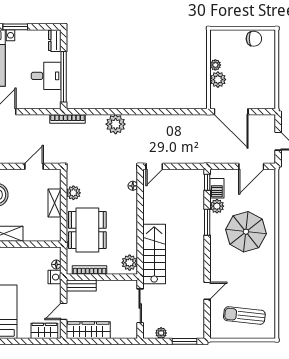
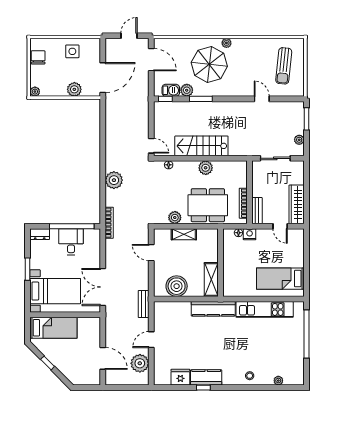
plant: (215, 65) -> (35, 92), moved
side table: (261, 77) -> (72, 51), added
plant: (270, 251) -> (226, 43), added
stairs: (154, 254) -> (201, 146), moved
plant: (130, 263) -> (206, 168), moved
wardrobe: (44, 331) -> (297, 243), removed

